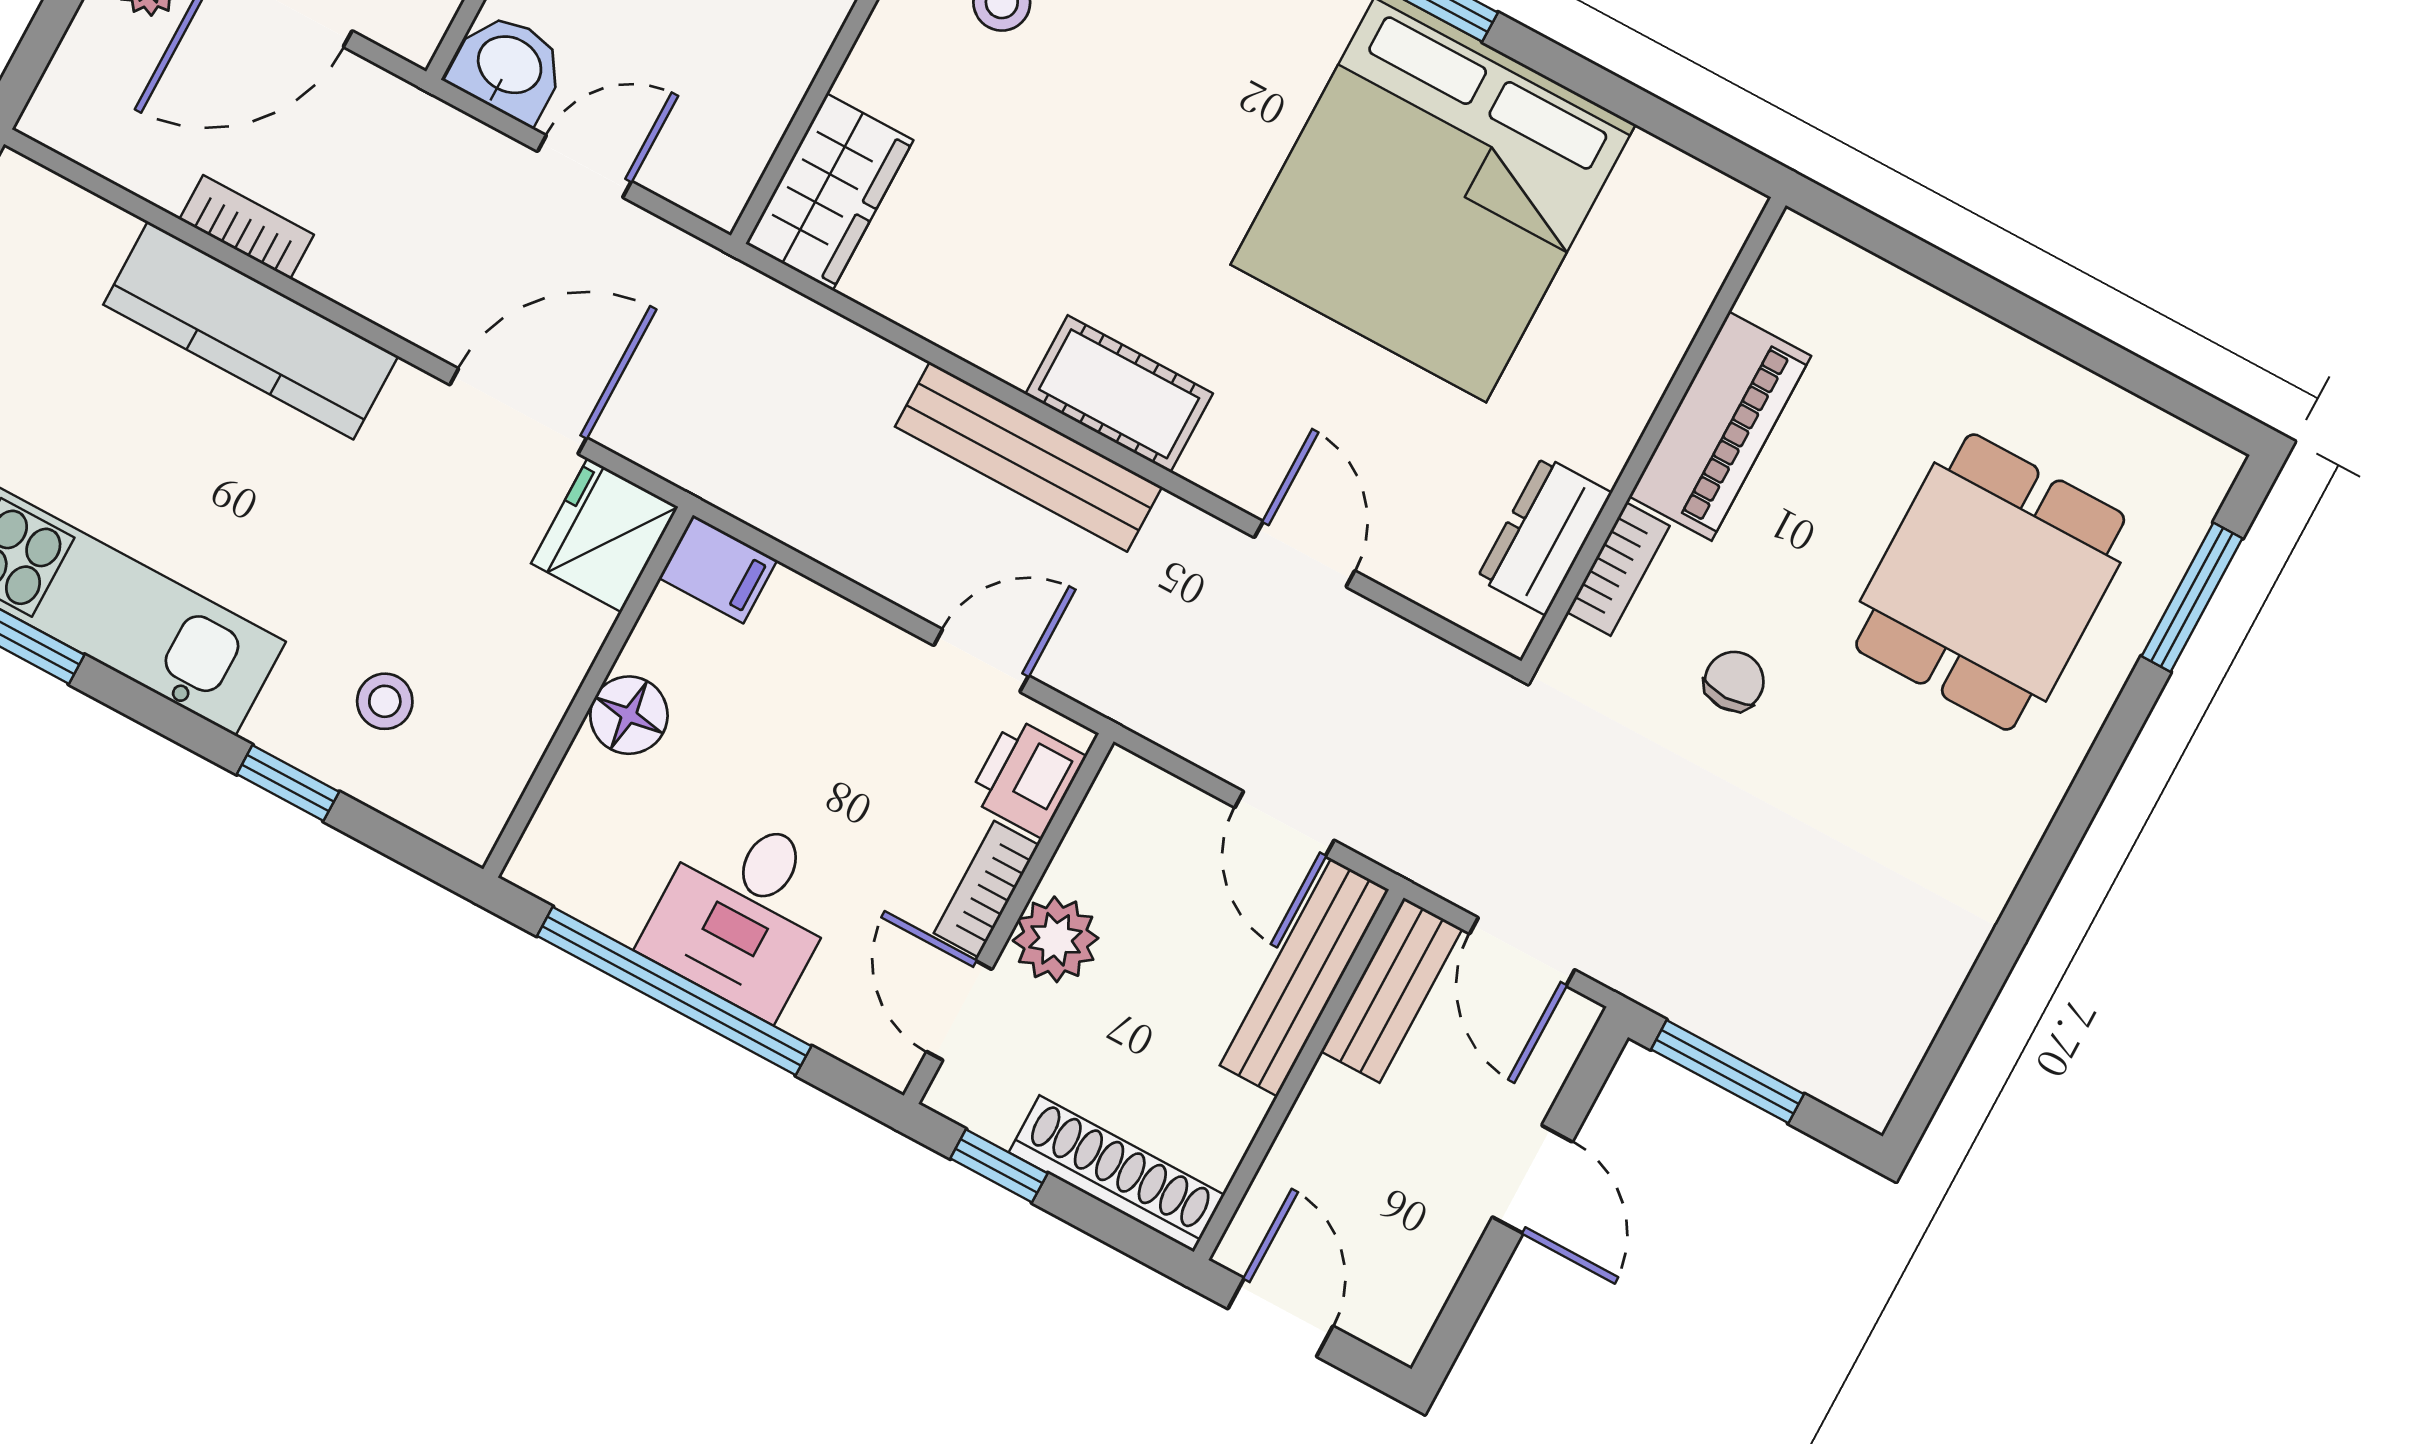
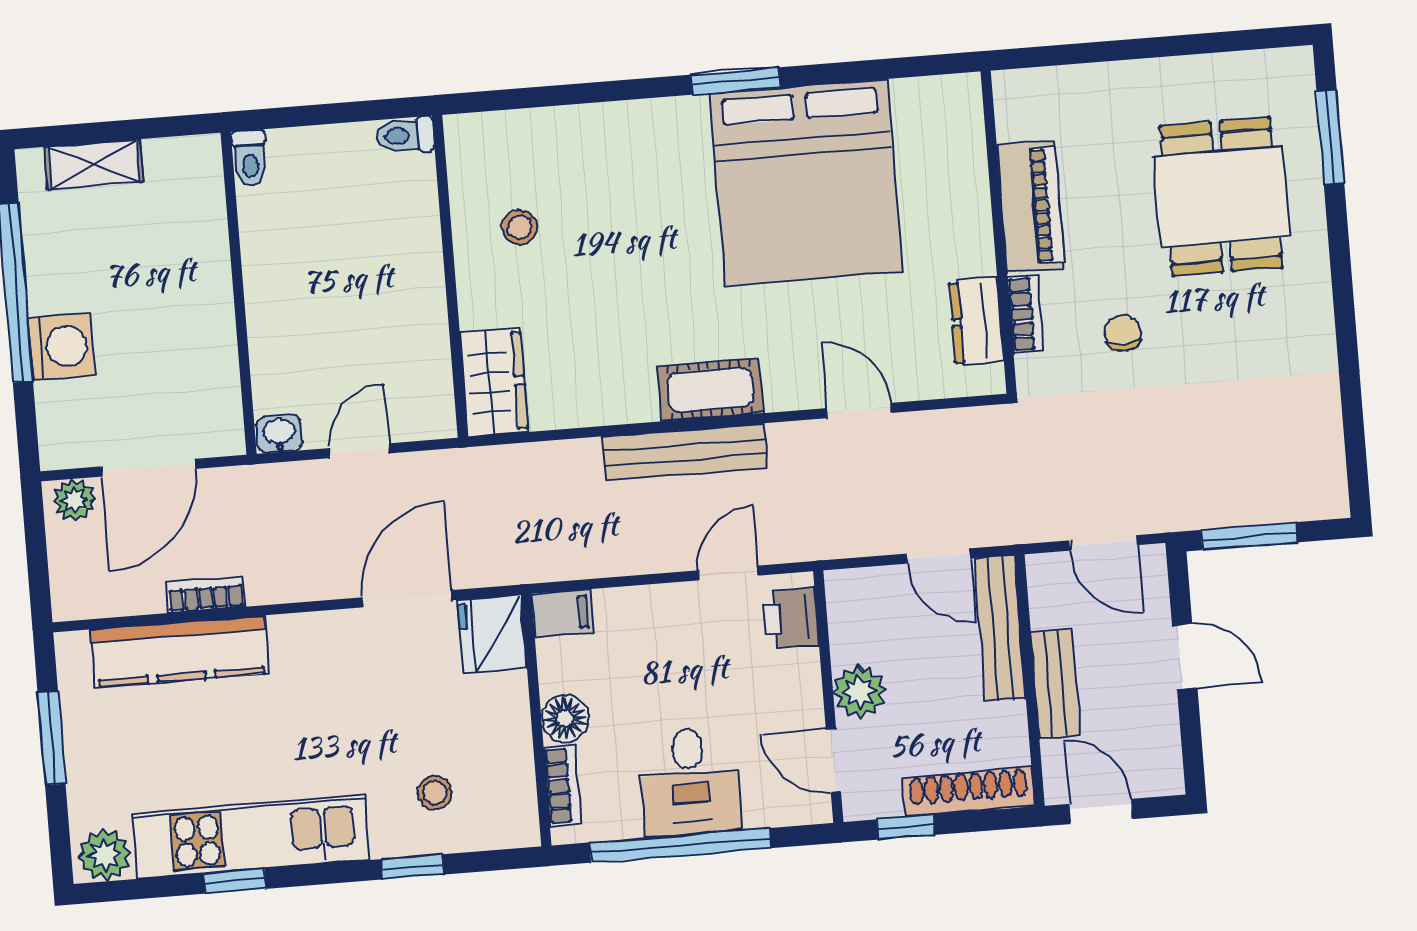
washbasin: (508, 67) -> (279, 434), width x0.72, depth x0.69
kitchen counter: (251, 330) -> (180, 651), moved
bookcase: (986, 889) -> (562, 786), moved, turned 180
bench: (1392, 990) -> (1055, 684), moved

